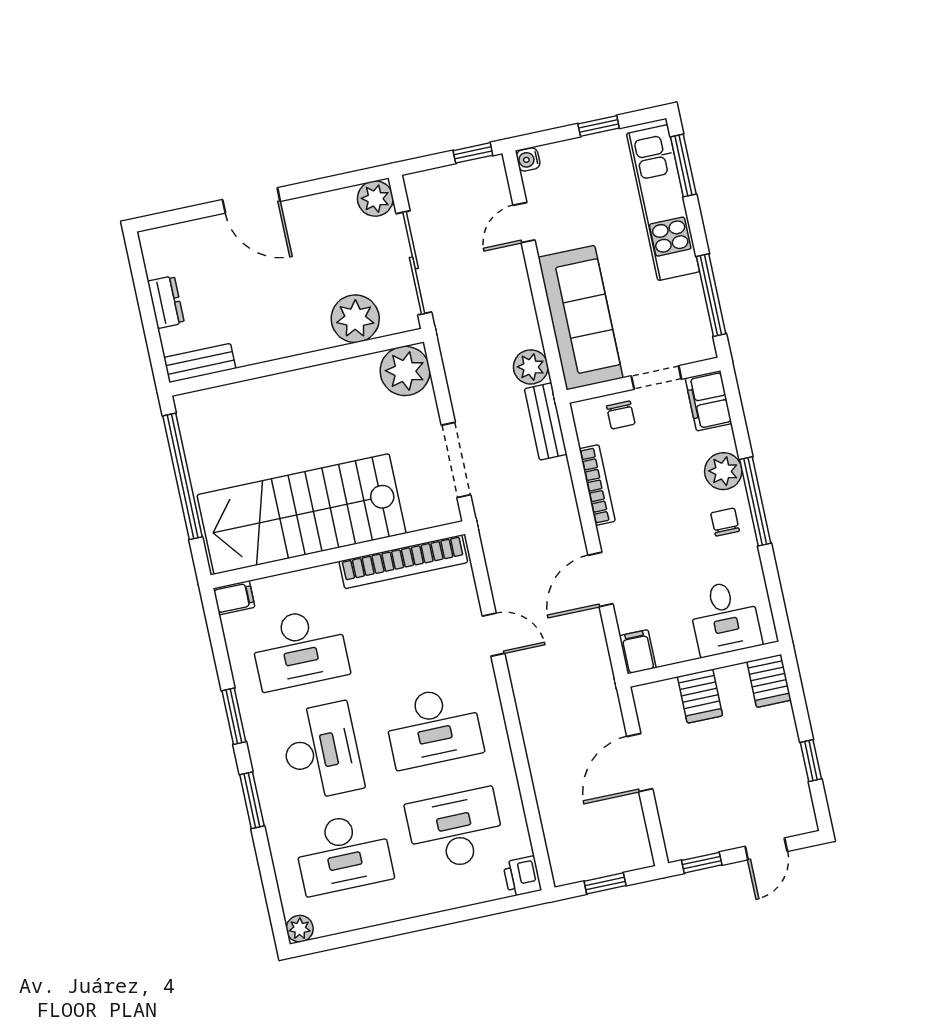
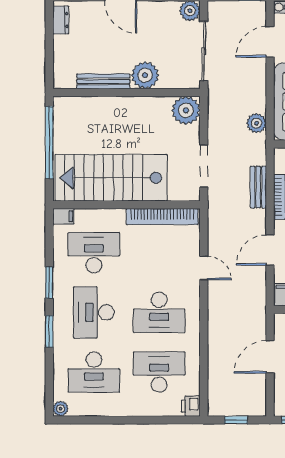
door: (524, 223) -> (270, 42), width x1.38
dresser: (166, 302) -> (61, 20), moved
plant: (355, 319) -> (145, 75), moved
bench: (200, 363) -> (103, 81), moved, width x1.36
bench: (546, 422) -> (258, 187), moved
desk: (299, 649) -> (94, 253), turned 180
desk: (321, 751) -> (94, 312), turned 180

